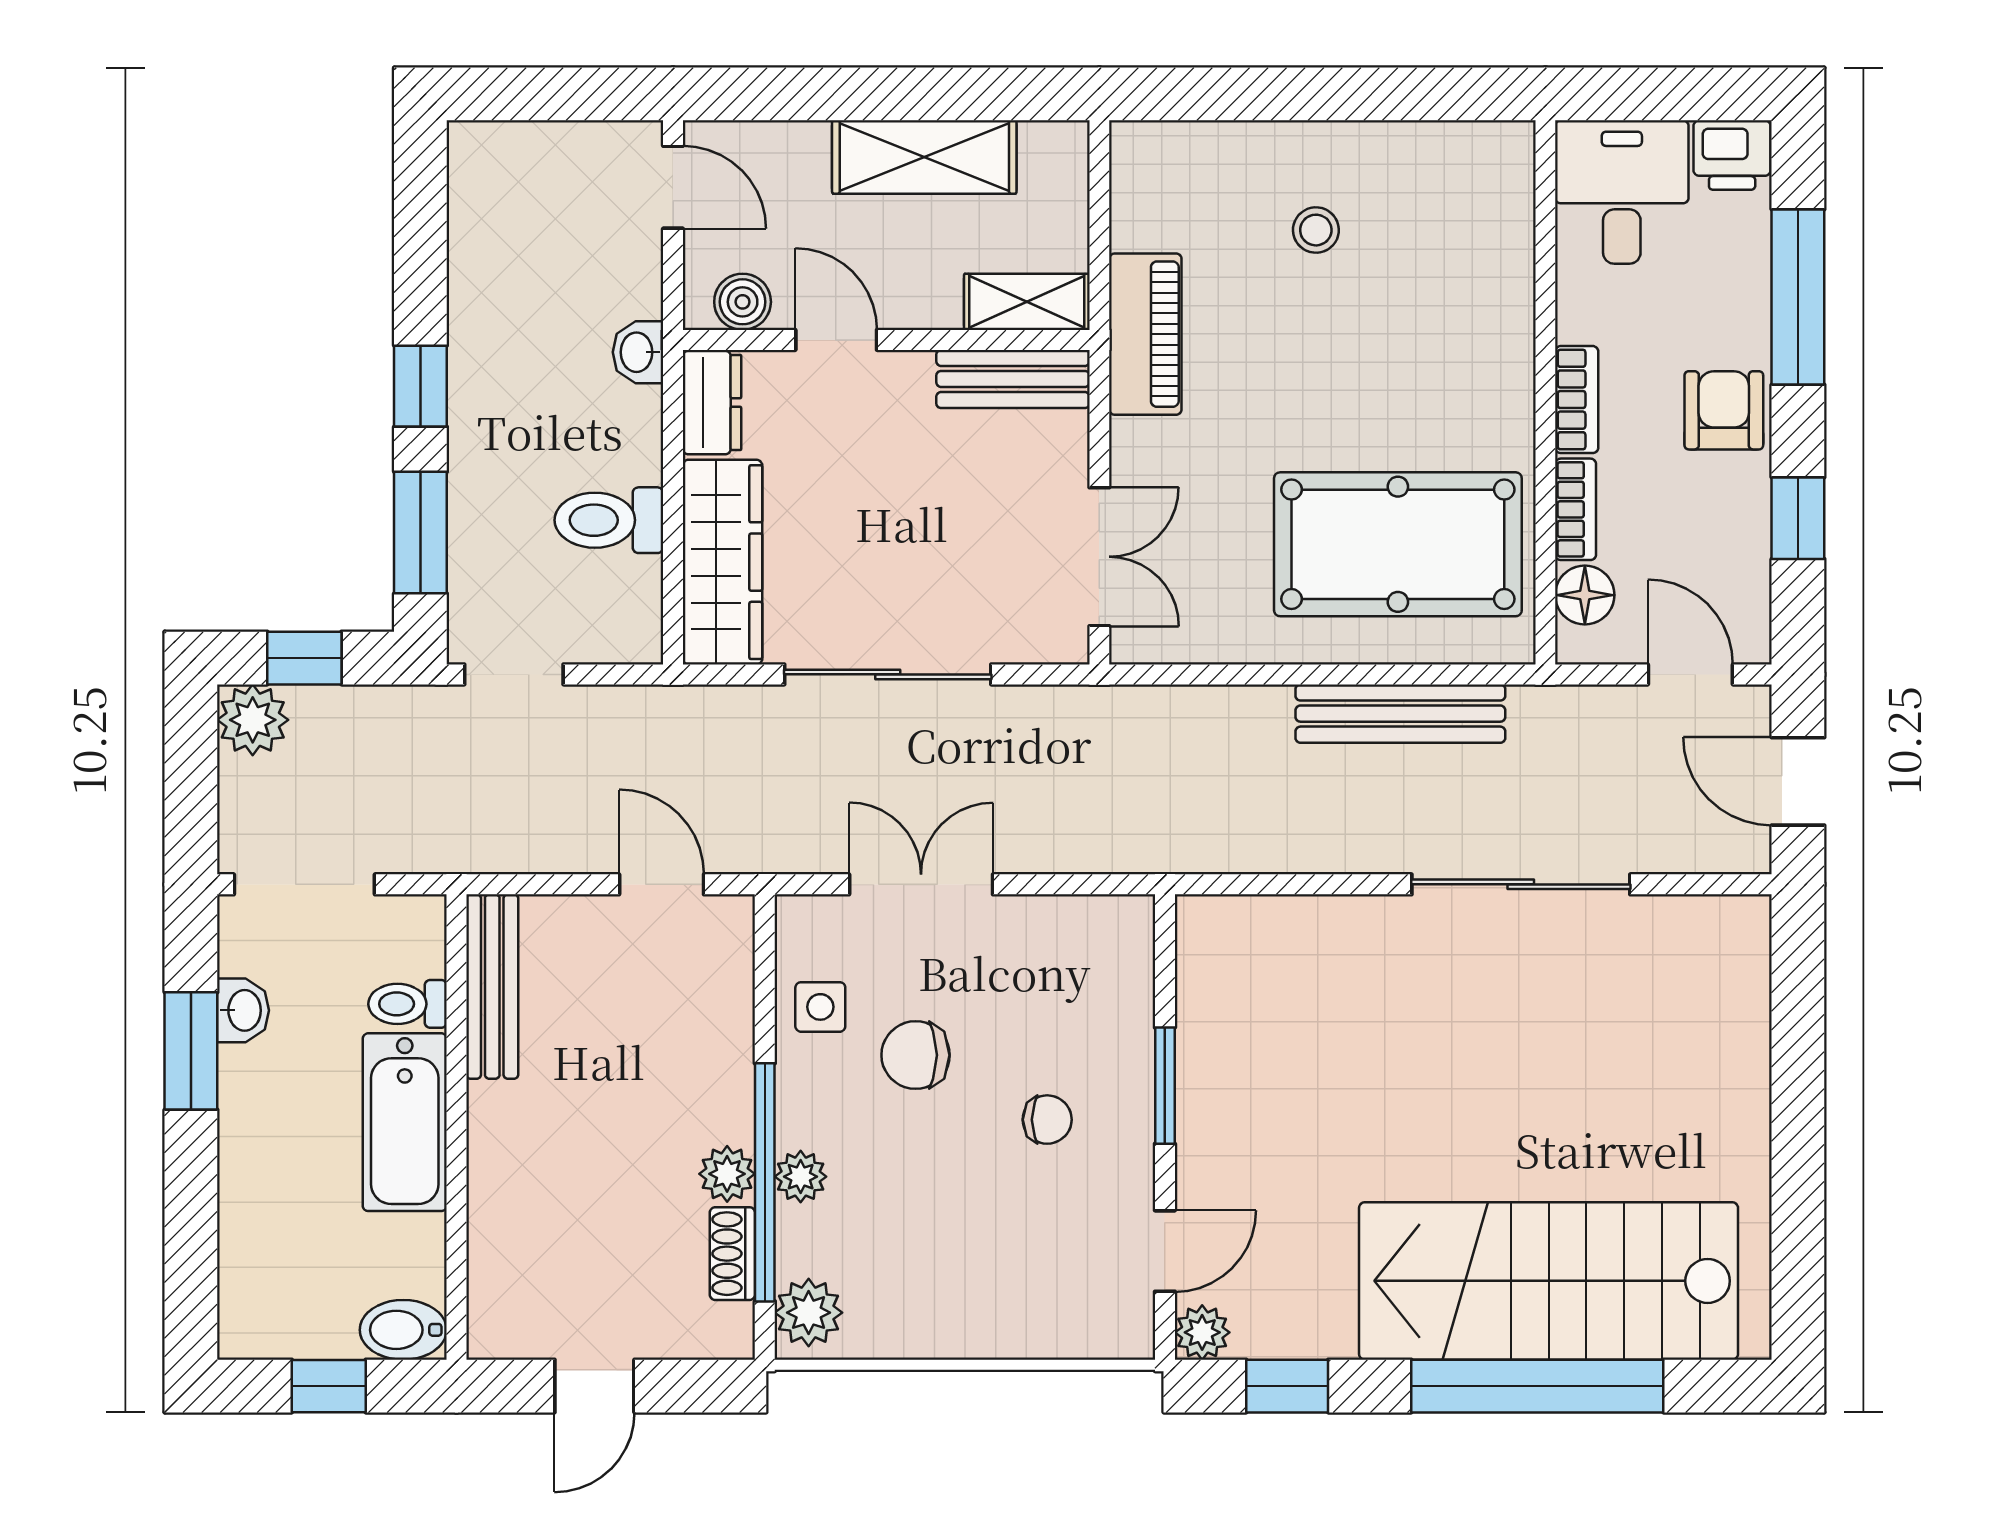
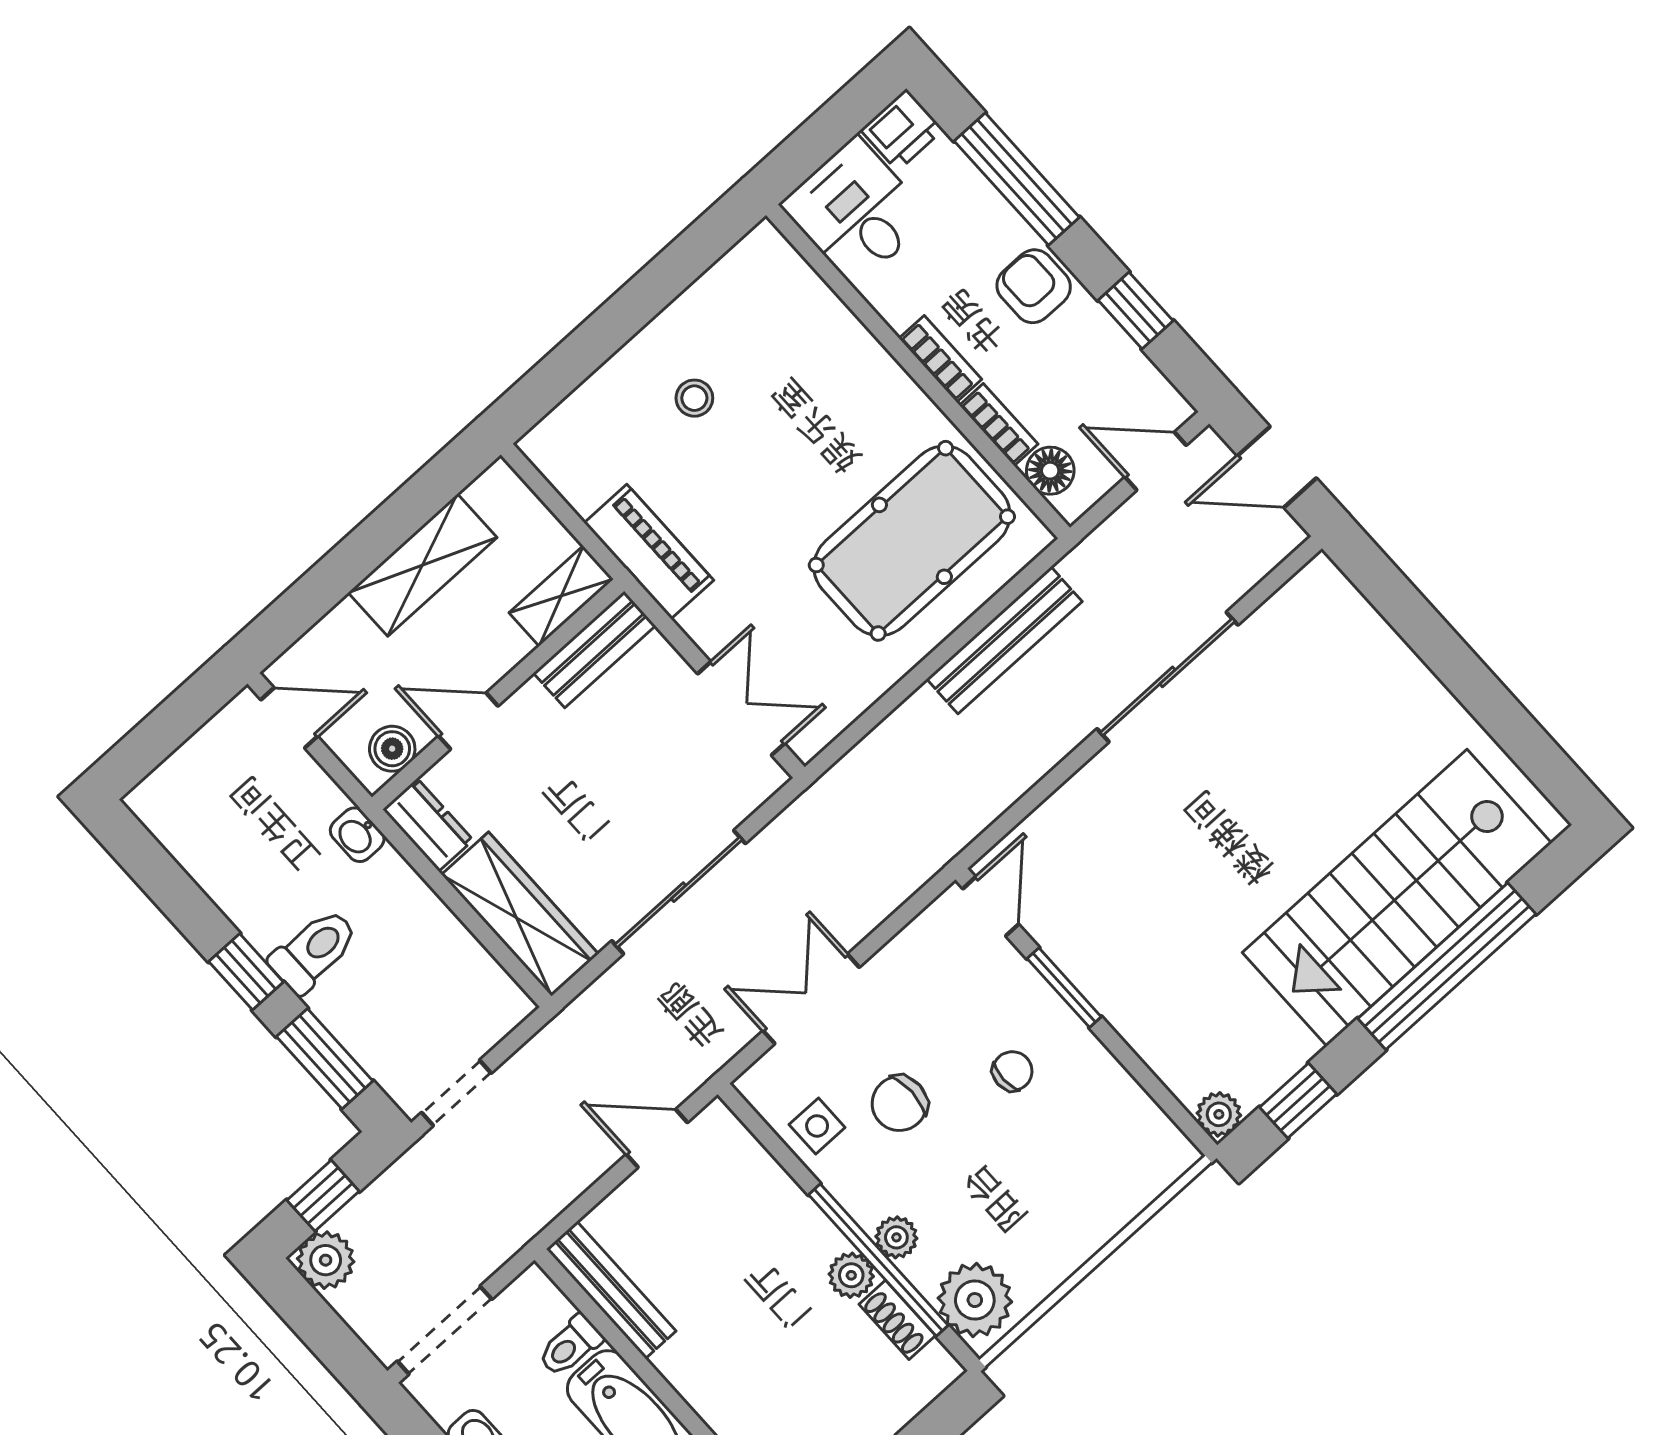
toilet: (609, 520) -> (314, 951), moved, turned 180
door: (1165, 1251) -> (991, 906), moved
plant: (809, 1313) -> (975, 1300), width x1.36, depth x1.36

